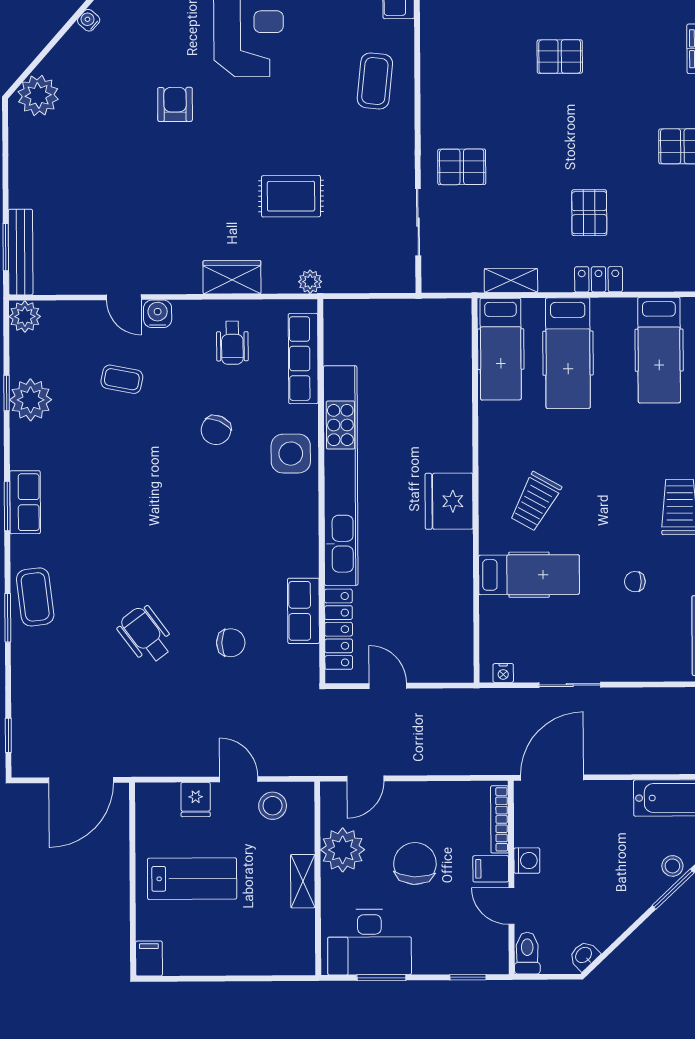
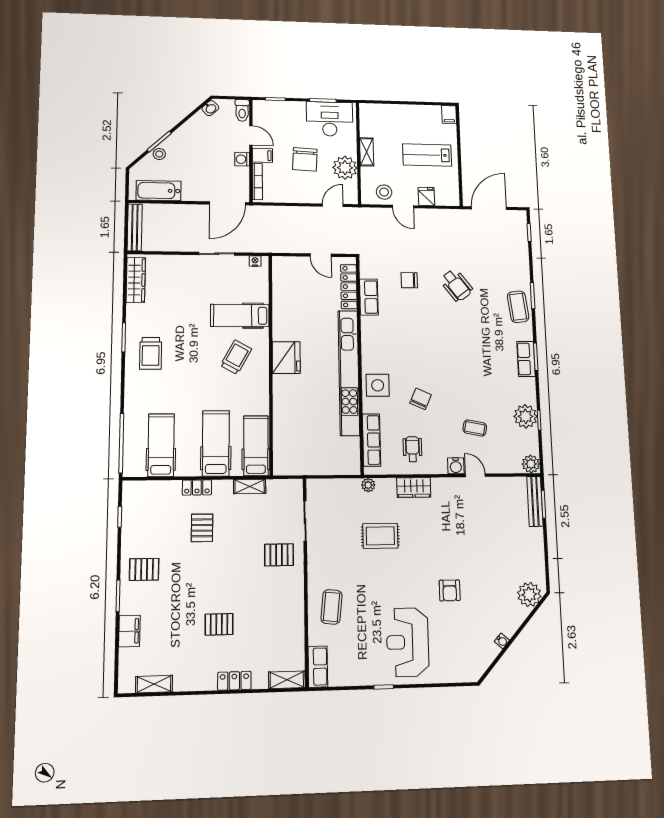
chair: (635, 582) -> (178, 311), removed

